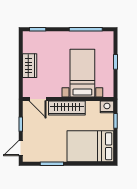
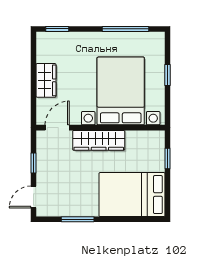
bed with nightstands: (82, 73) -> (121, 91), width x1.36
door: (38, 99) -> (57, 128), swing flipped
nightstand: (107, 107) -> (156, 139), removed

